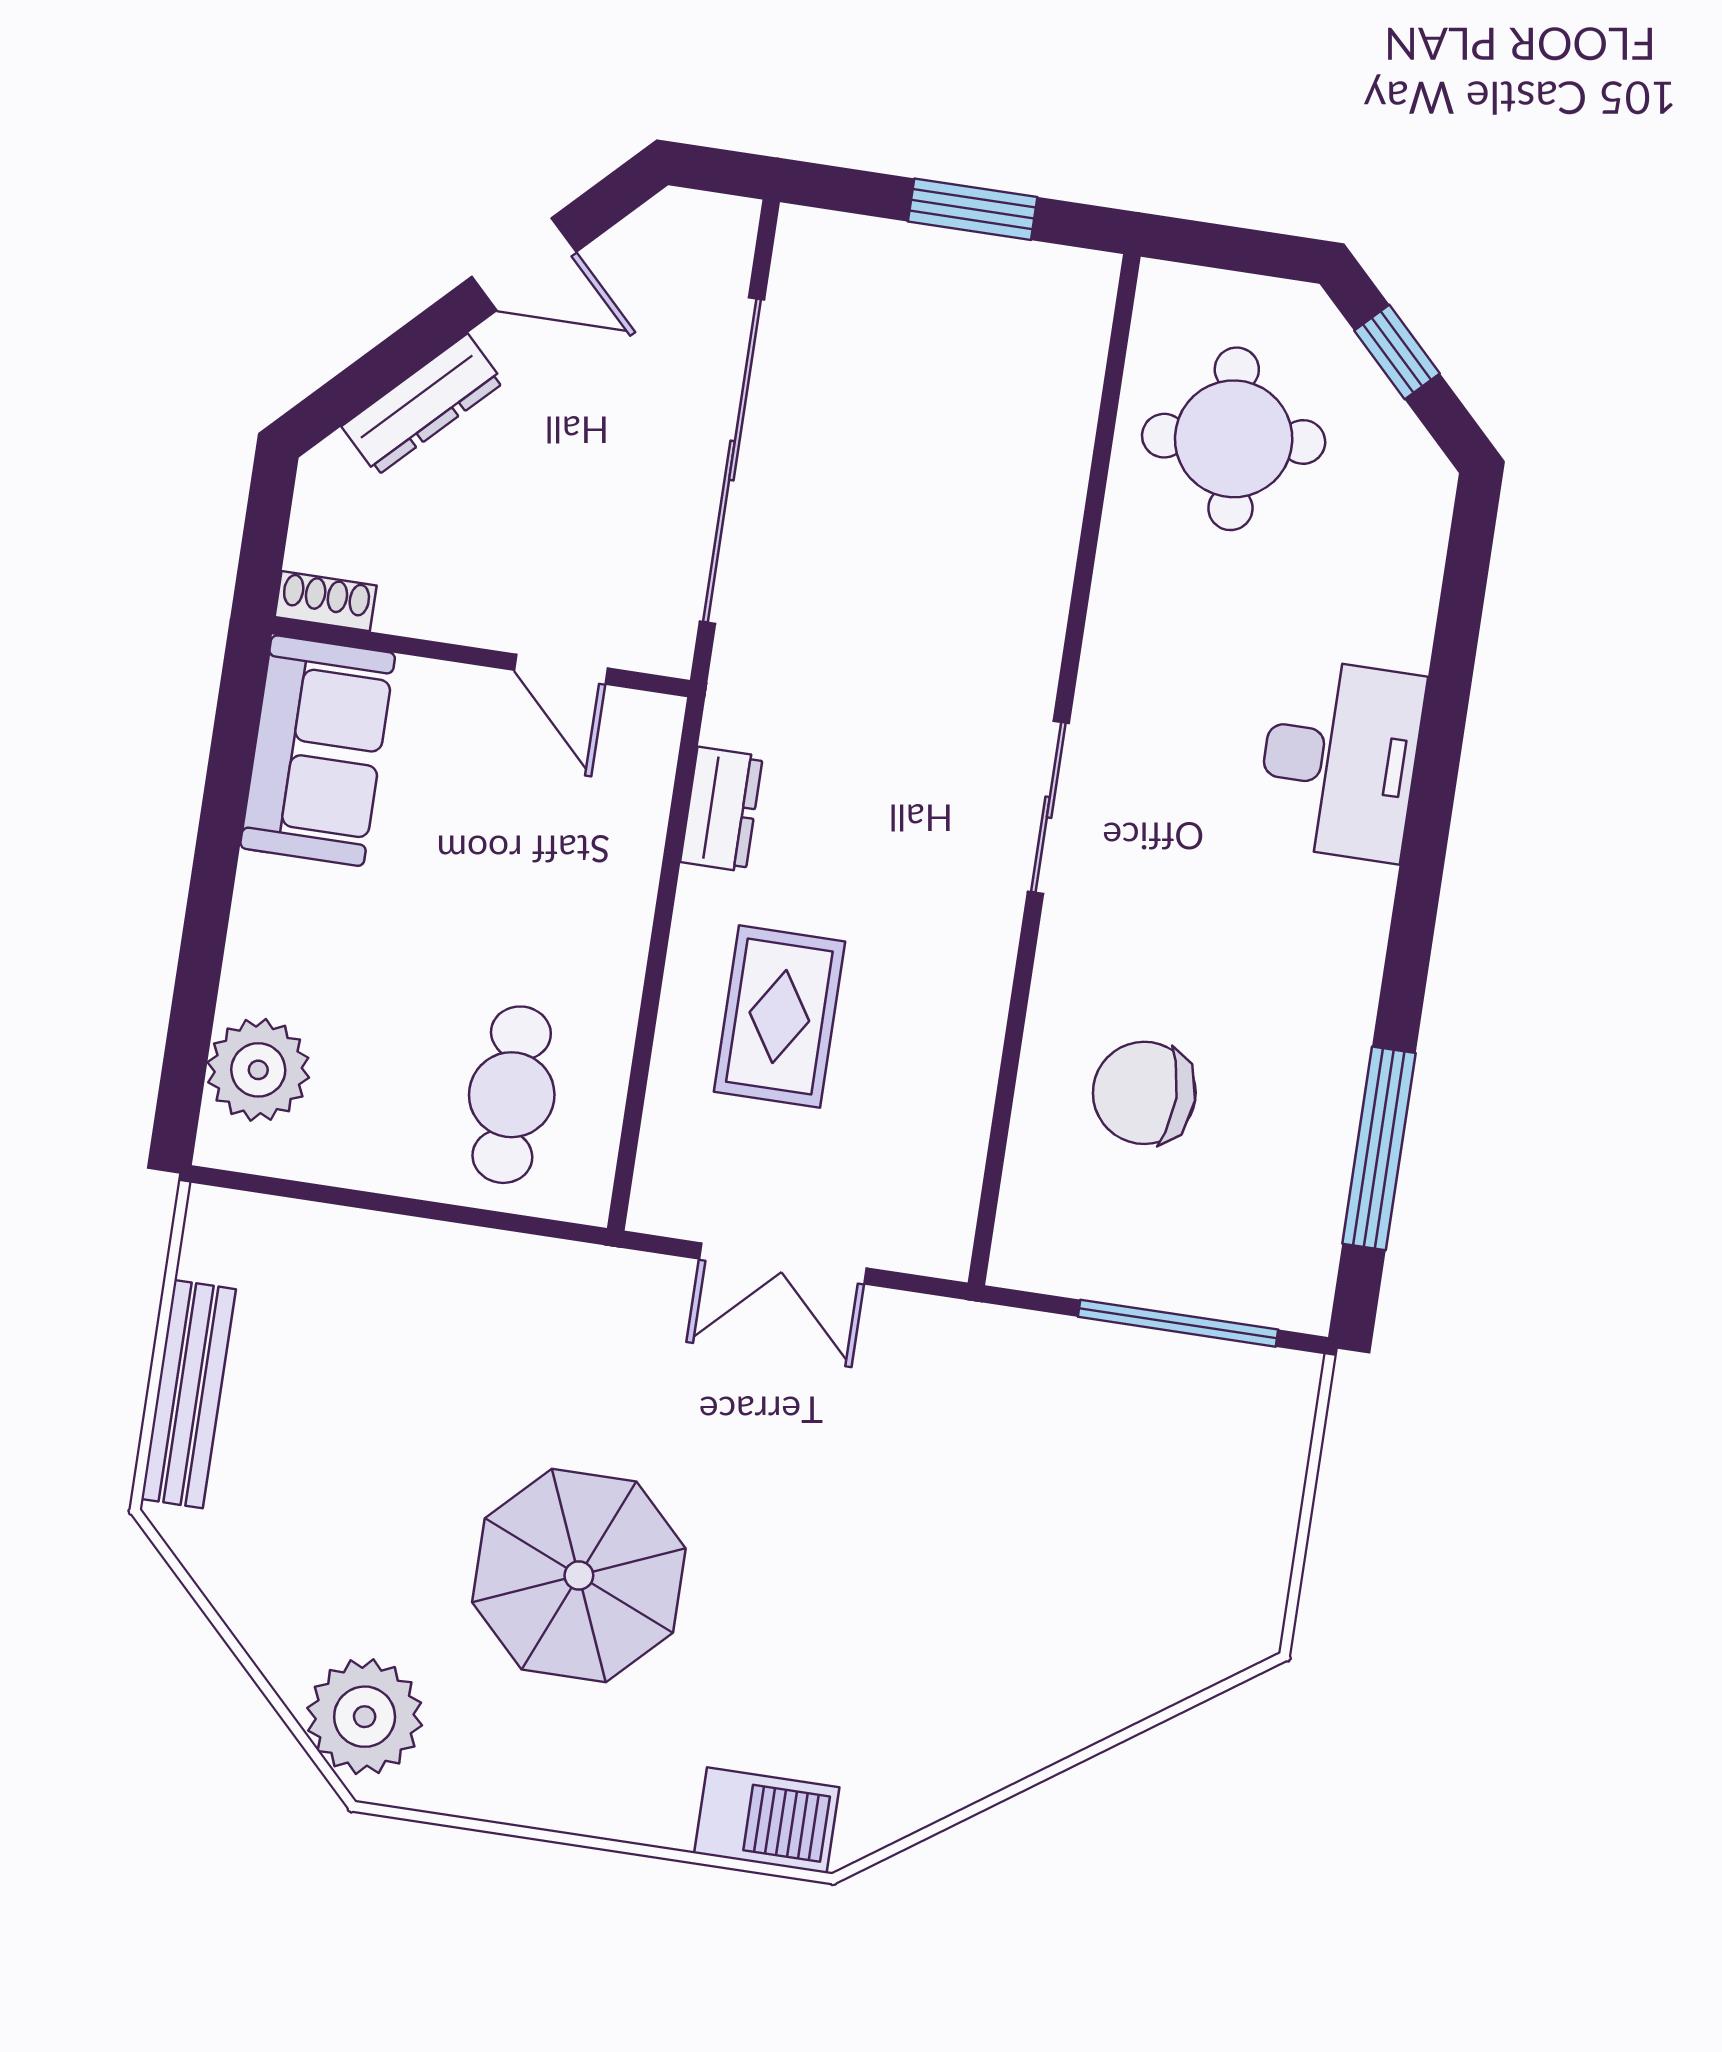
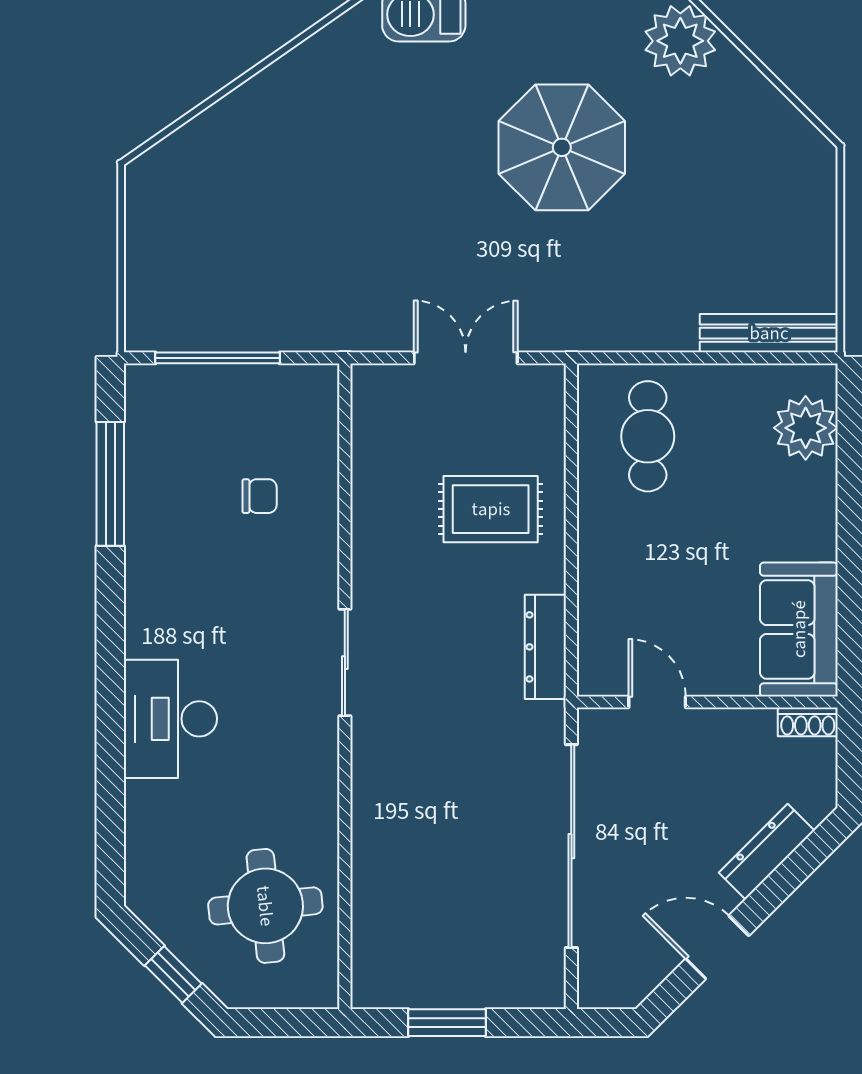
dresser: (721, 809) -> (545, 647), width x1.44
rug: (779, 1017) -> (491, 509), turned 90
chair: (1144, 1093) -> (260, 496), width x0.54, depth x0.54
bench: (188, 1394) -> (769, 333), moved, turned 90

